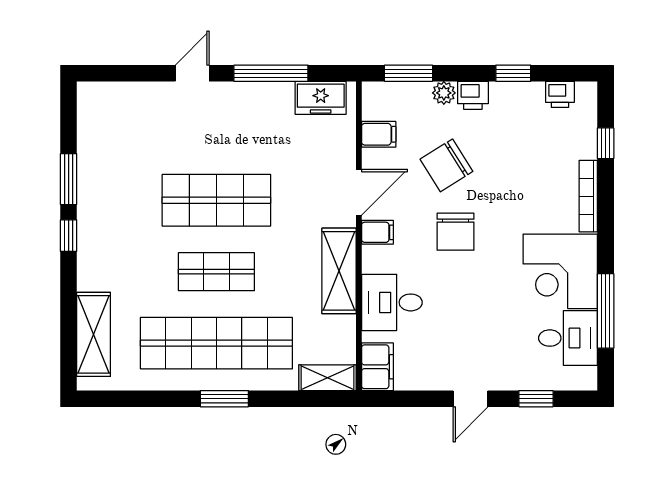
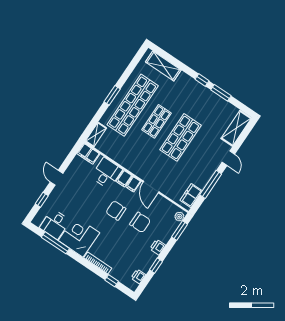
plant: (444, 93) -> (179, 217), moved
filing cabinet: (379, 134) -> (124, 179), moved
chair: (446, 165) -> (140, 222), turned 122
shelving: (339, 271) -> (236, 128), moved, turned 90

